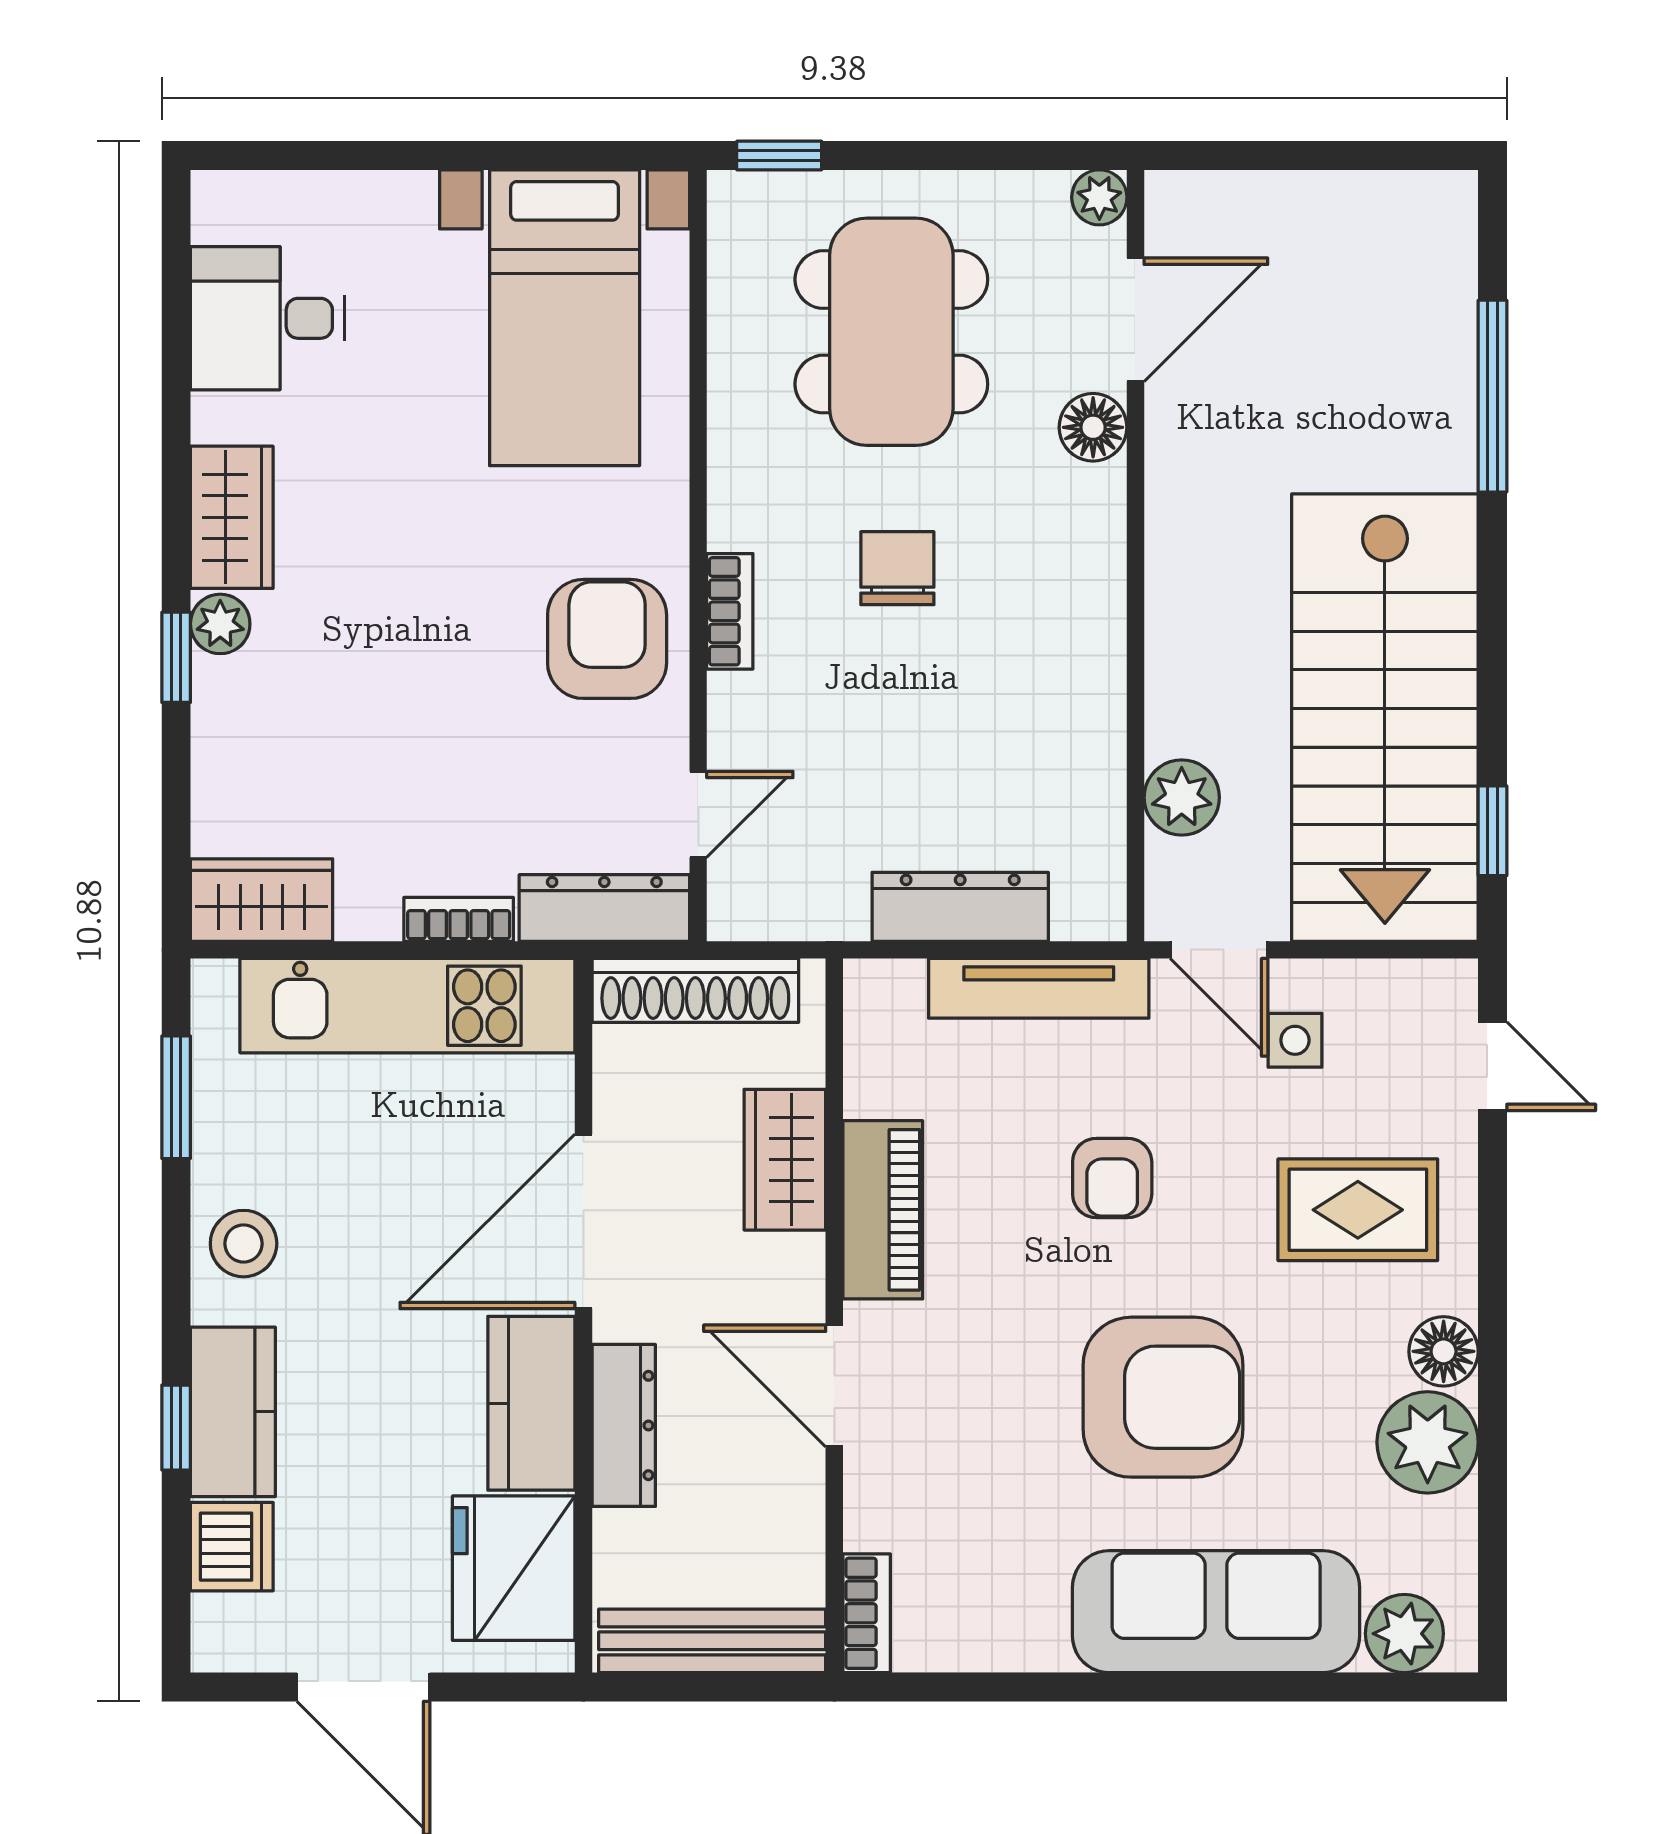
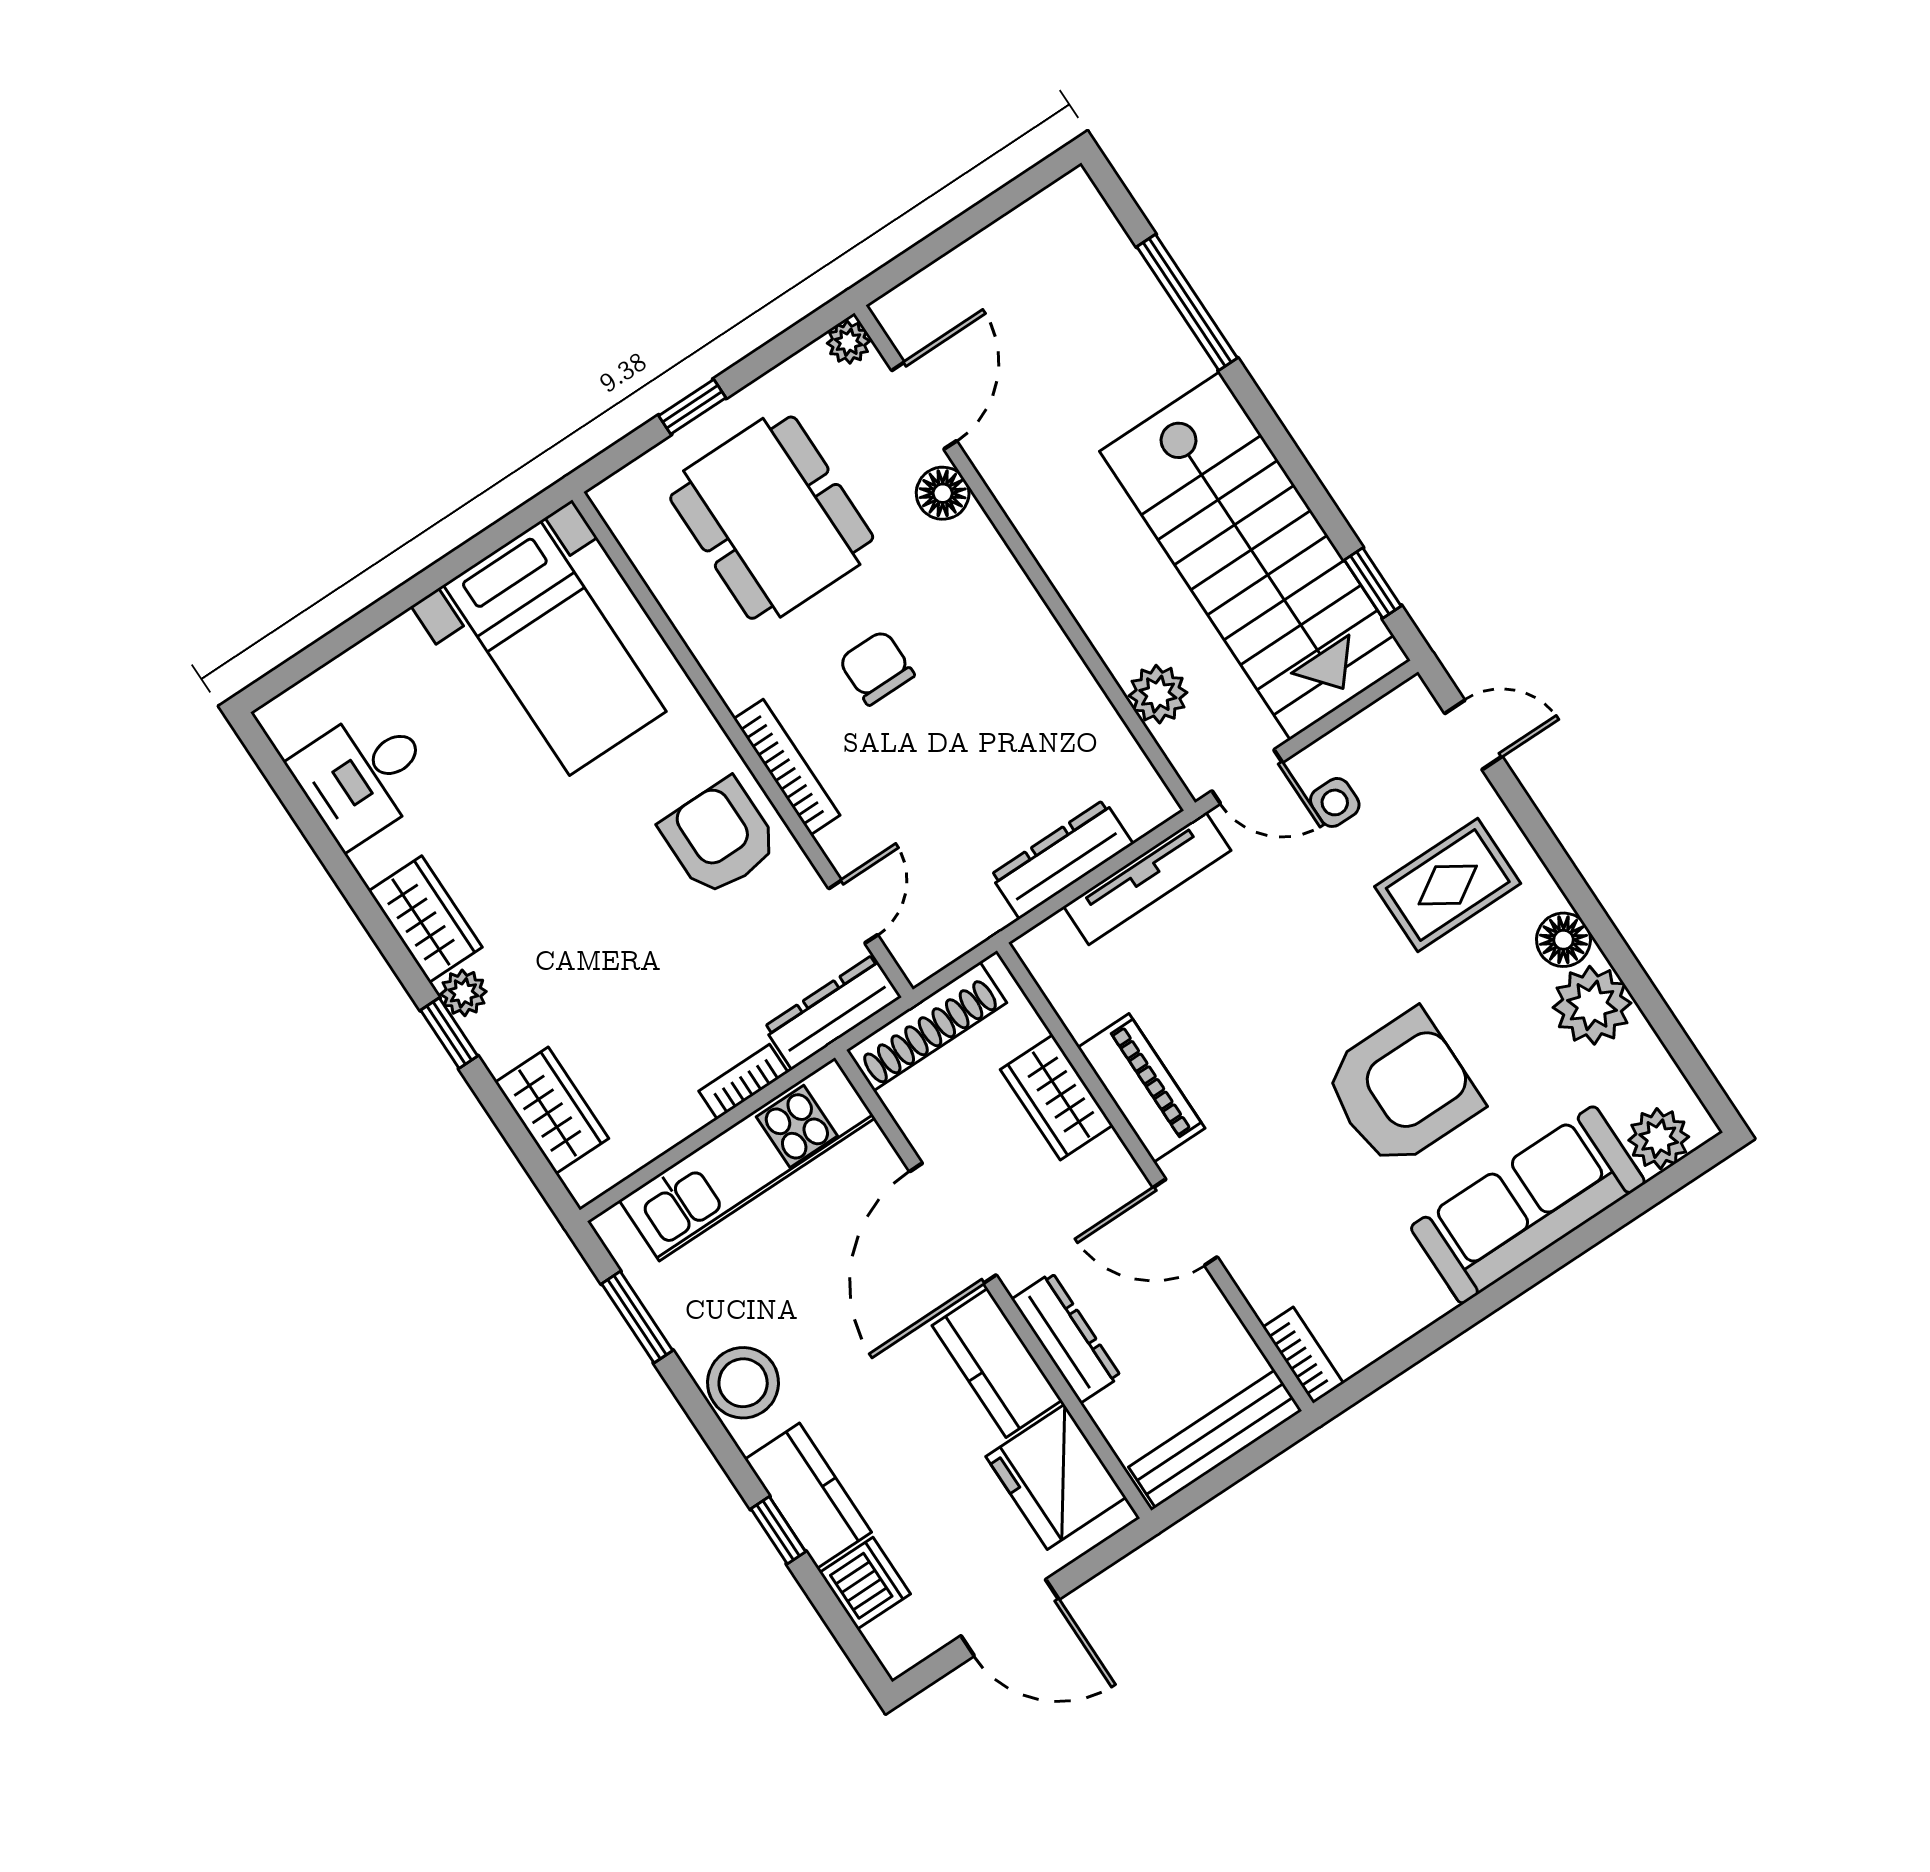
window: (779, 155) -> (692, 407), moved
bookcase: (730, 611) -> (787, 767), width x1.56
wardrobe: (262, 900) -> (552, 1110), moved, turned 90
armchair: (1112, 1178) -> (1276, 969), removed
stool: (244, 1244) -> (743, 1383), width x1.38, depth x1.38

